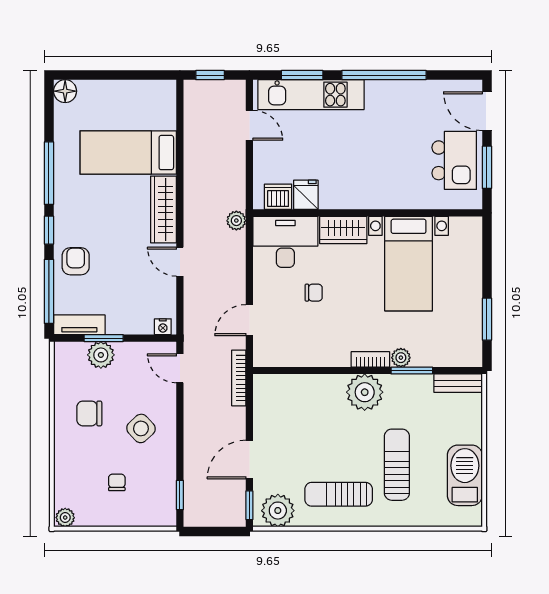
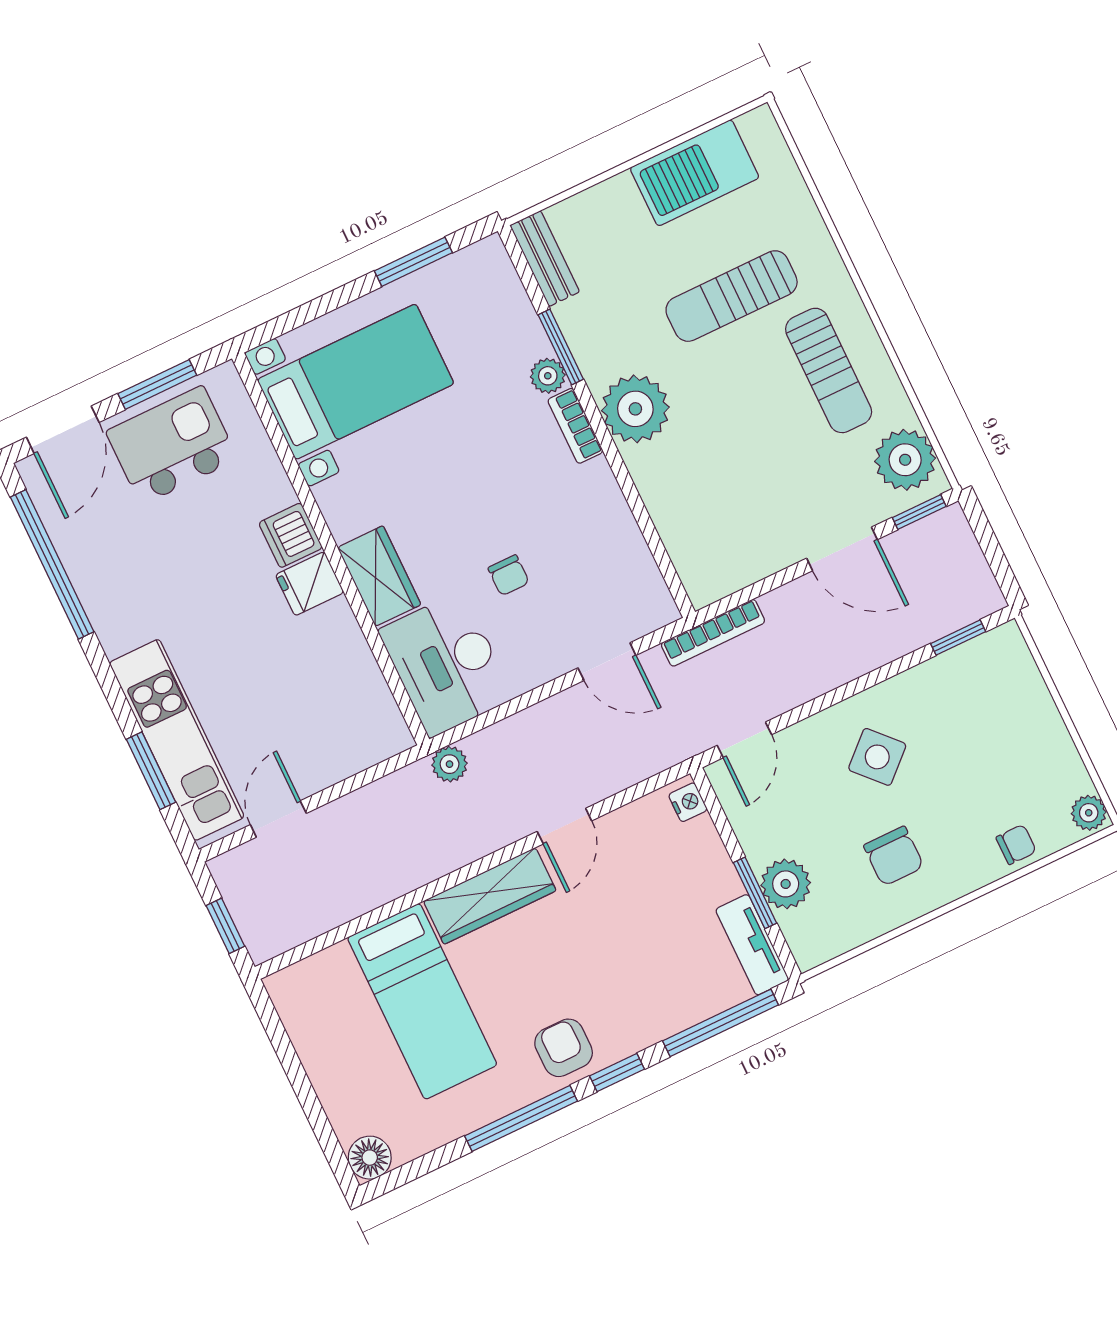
window: (384, 75) -> (52, 564), moved
fridge: (306, 195) -> (310, 584), moved
dishwasher: (278, 197) -> (291, 535), moved
armchair: (76, 261) -> (564, 1048), moved, turned 90
bed with nightstands: (409, 264) -> (356, 382), moved
chair: (314, 293) -> (509, 575), turned 180
chair: (117, 482) -> (1016, 844), moved, turned 180

